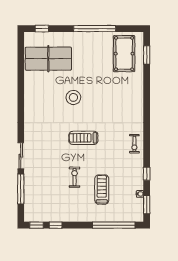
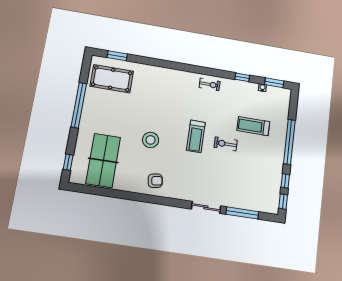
armchair: (37, 107) -> (155, 181), added
exercise bike: (75, 177) -> (226, 144), moved
window: (114, 225) -> (289, 142), moved

